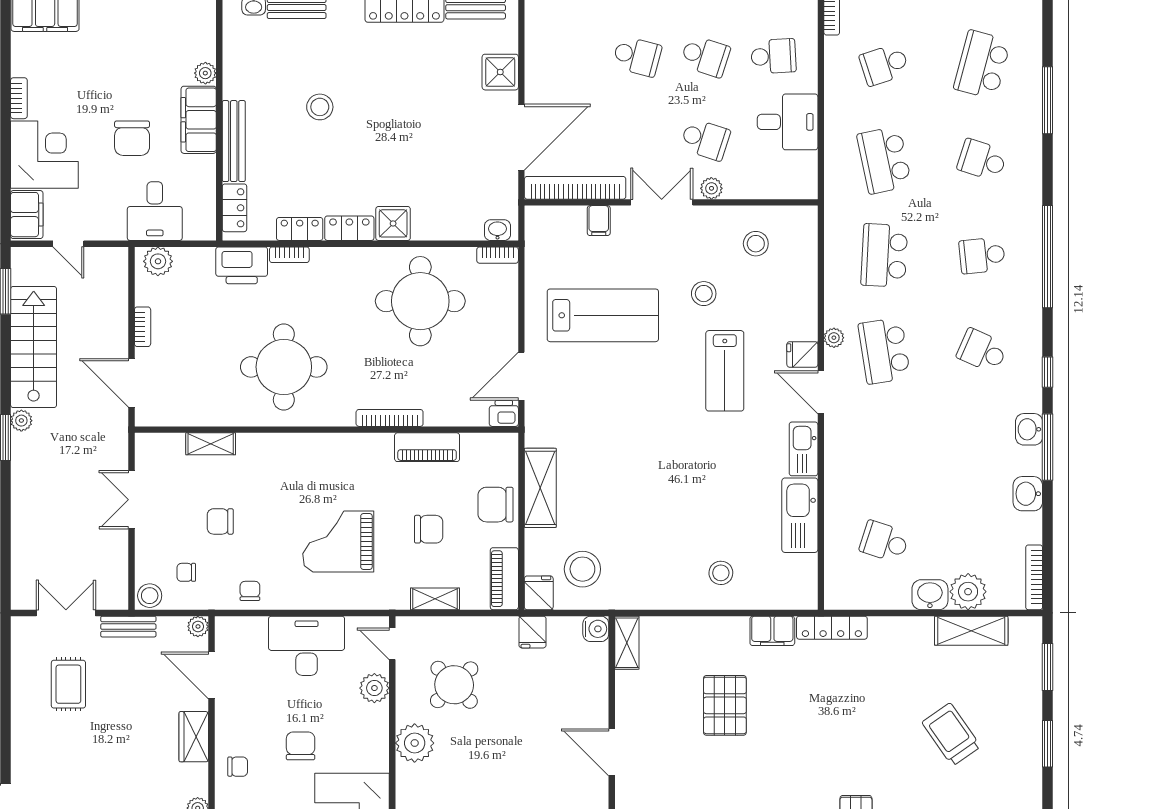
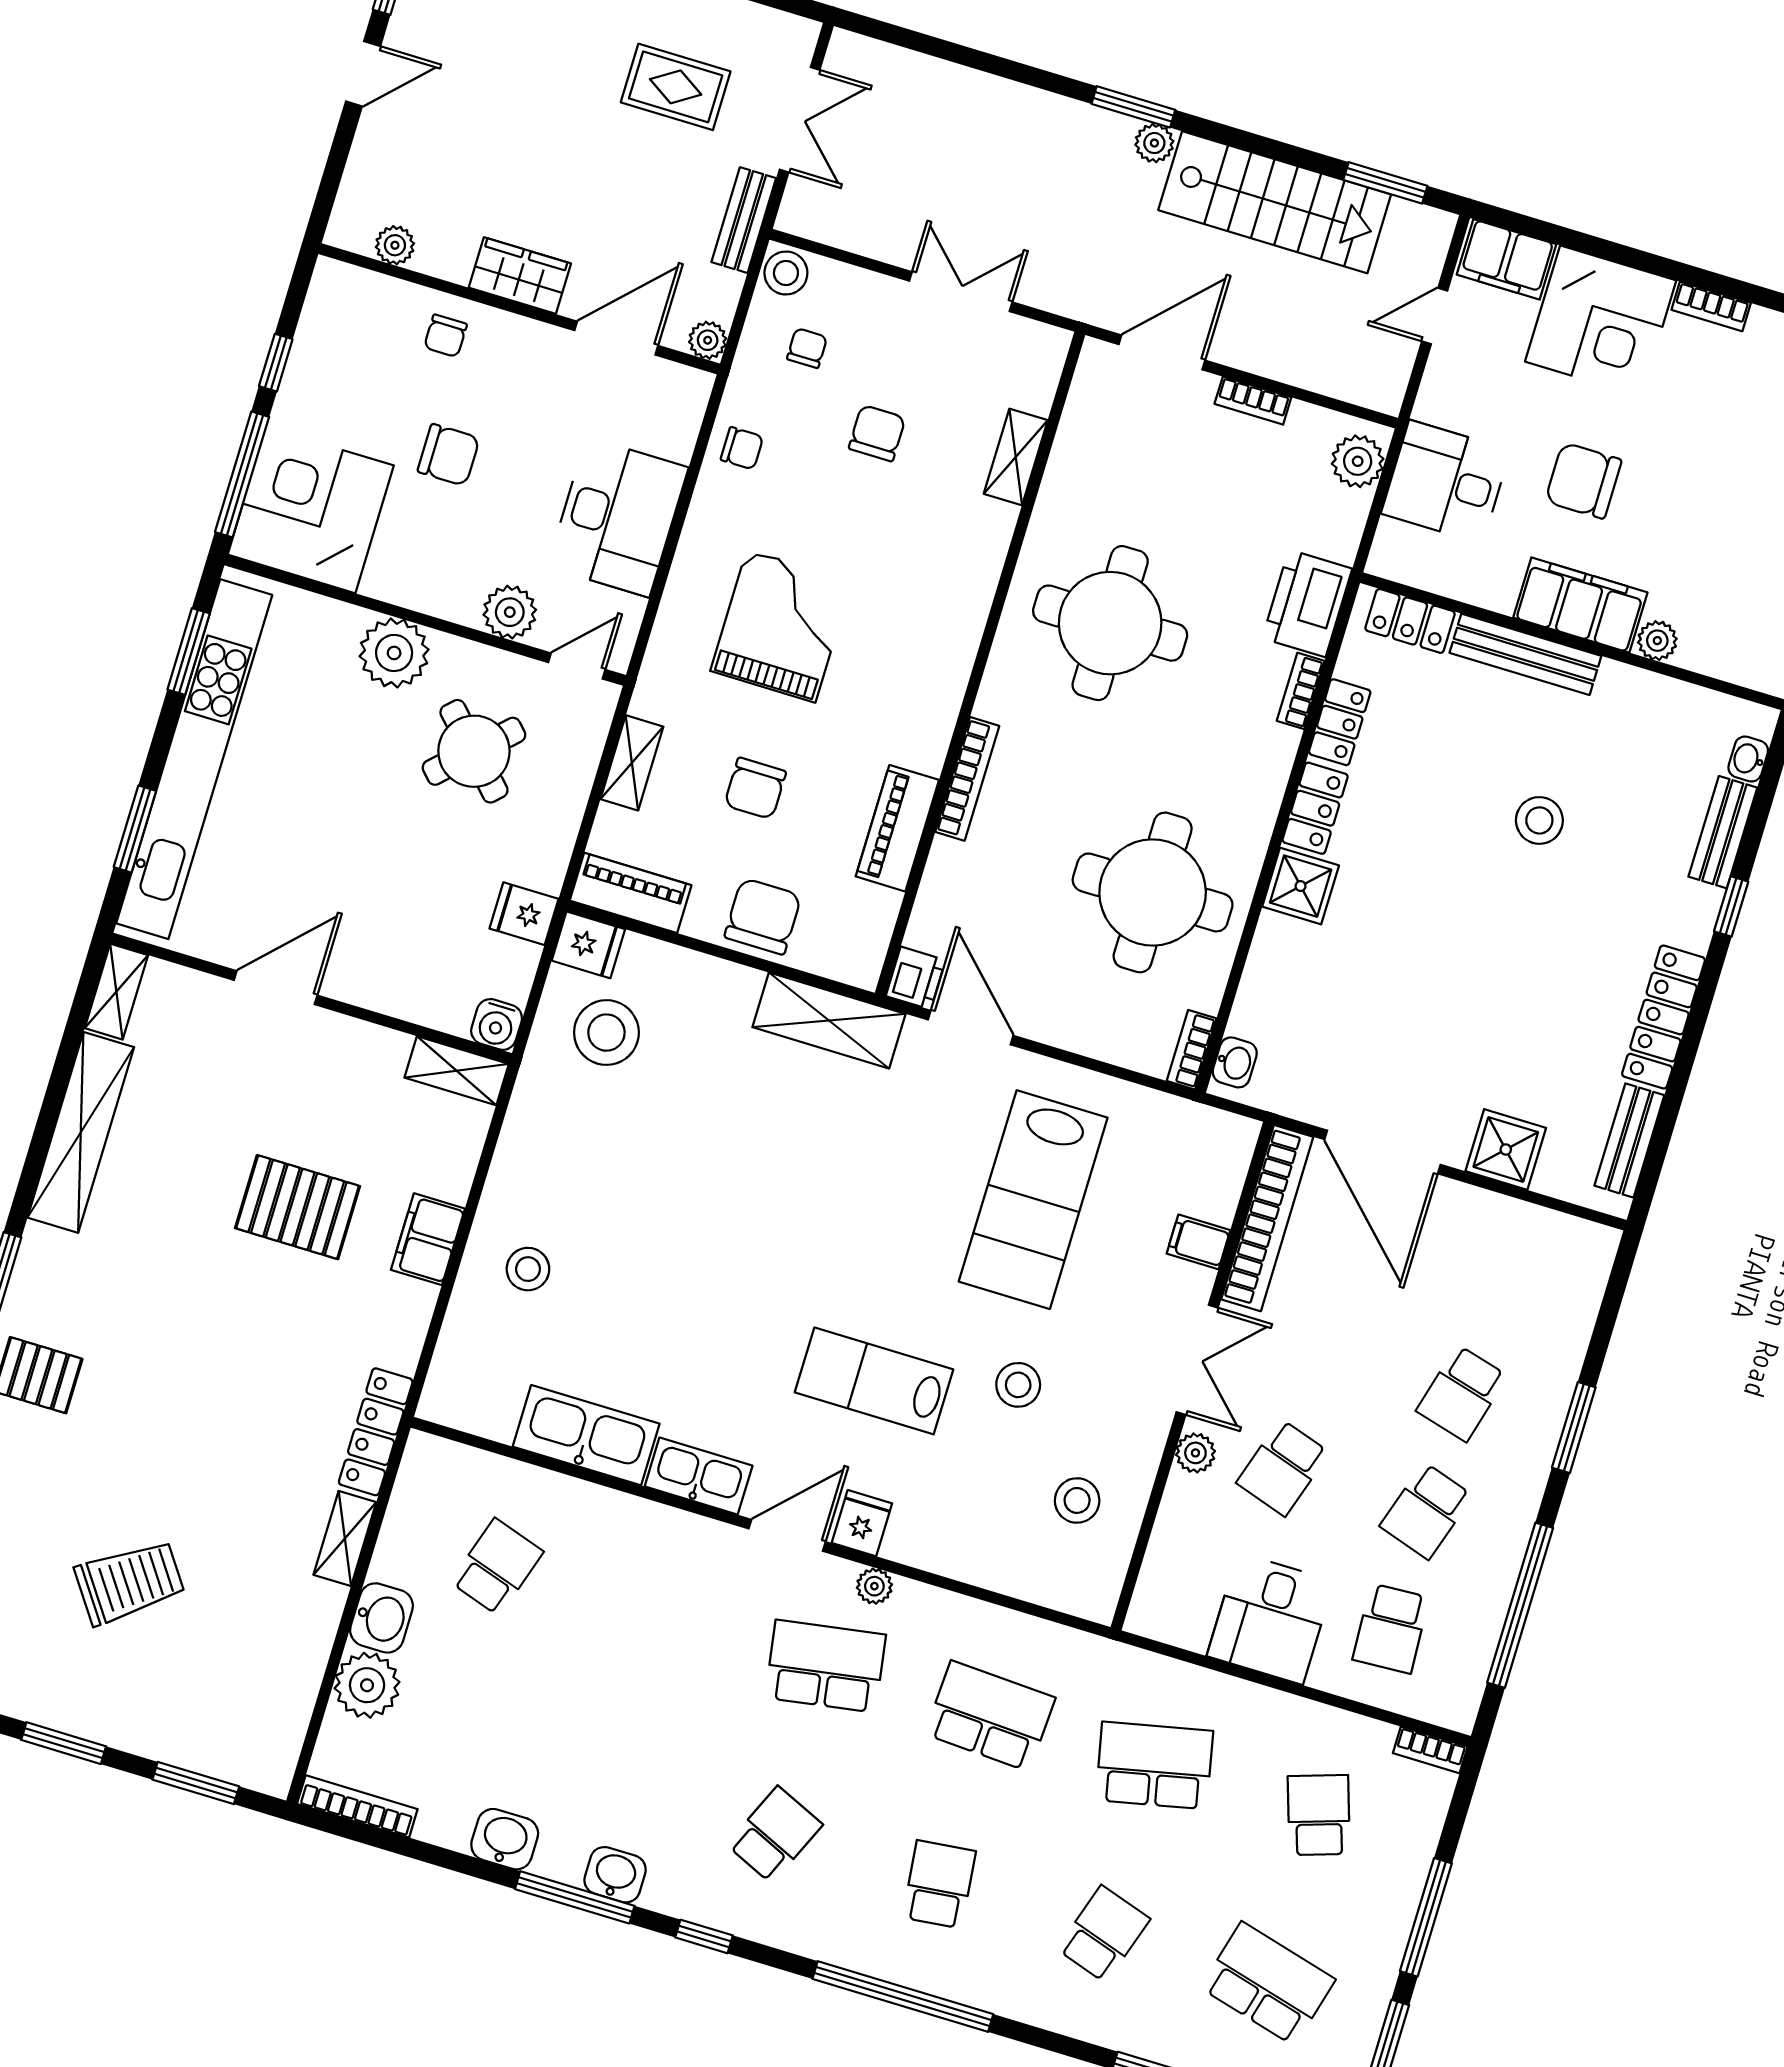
shelving: (540, 488) -> (829, 1021), moved
filing cabinet: (772, 631) -> (428, 1239), moved
shelving: (971, 631) -> (345, 1539), moved, width x0.67, depth x0.75

